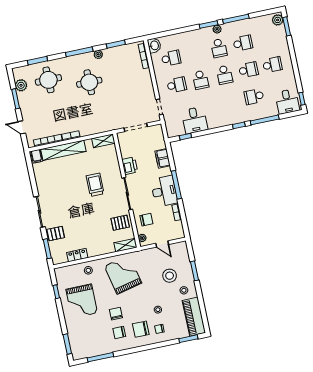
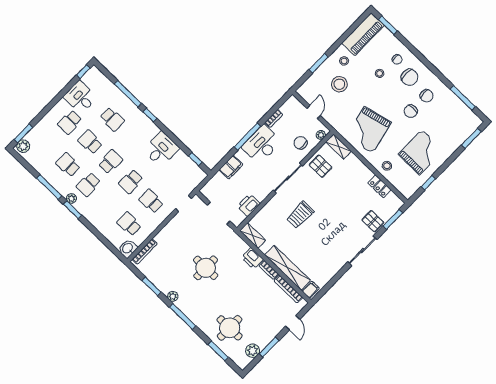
school desk: (219, 48) -> (88, 184), turned 180
school desk: (272, 65) -> (70, 122), turned -90
school desk: (201, 80) -> (131, 181), turned 180
round table: (89, 82) -> (206, 268), moved
desk: (287, 101) -> (80, 97), moved, turned -90
desk: (195, 120) -> (161, 149), moved
printer: (87, 130) -> (252, 258), added
printer: (130, 166) -> (249, 205), moved

